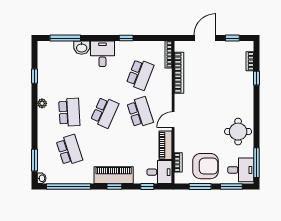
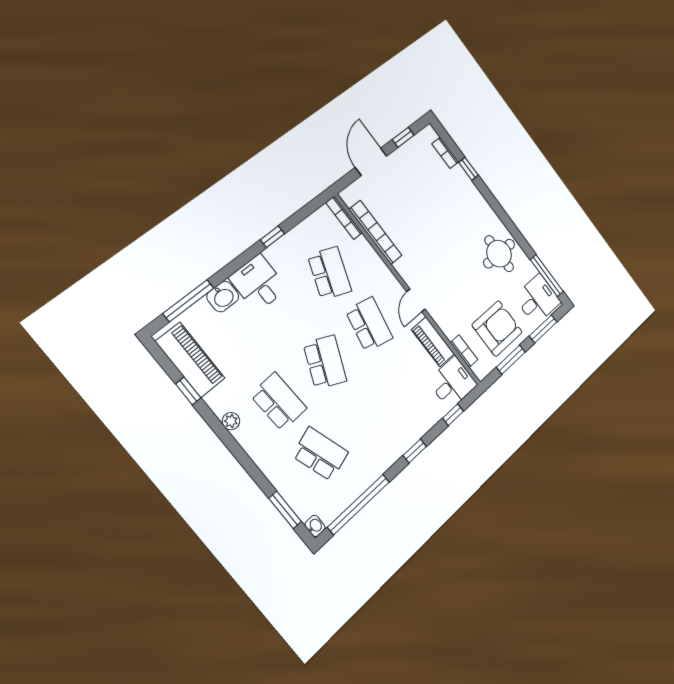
school desk: (140, 112) -> (369, 324), turned 30
piano: (114, 175) -> (190, 360), moved, turned 90

